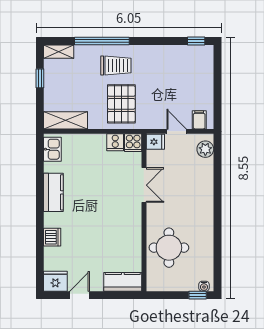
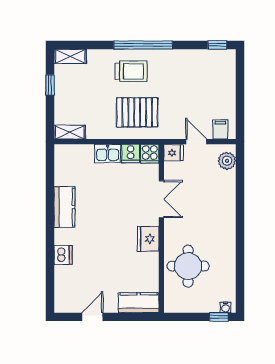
window: (102, 41) -> (143, 45), moved
pallet: (121, 104) -> (137, 112), turned 90
shelving: (66, 120) -> (70, 132), width x0.67, depth x0.75
kitchen sink: (52, 149) -> (108, 153), moved, turned 90
fridge: (55, 281) -> (148, 239), moved, turned -90

